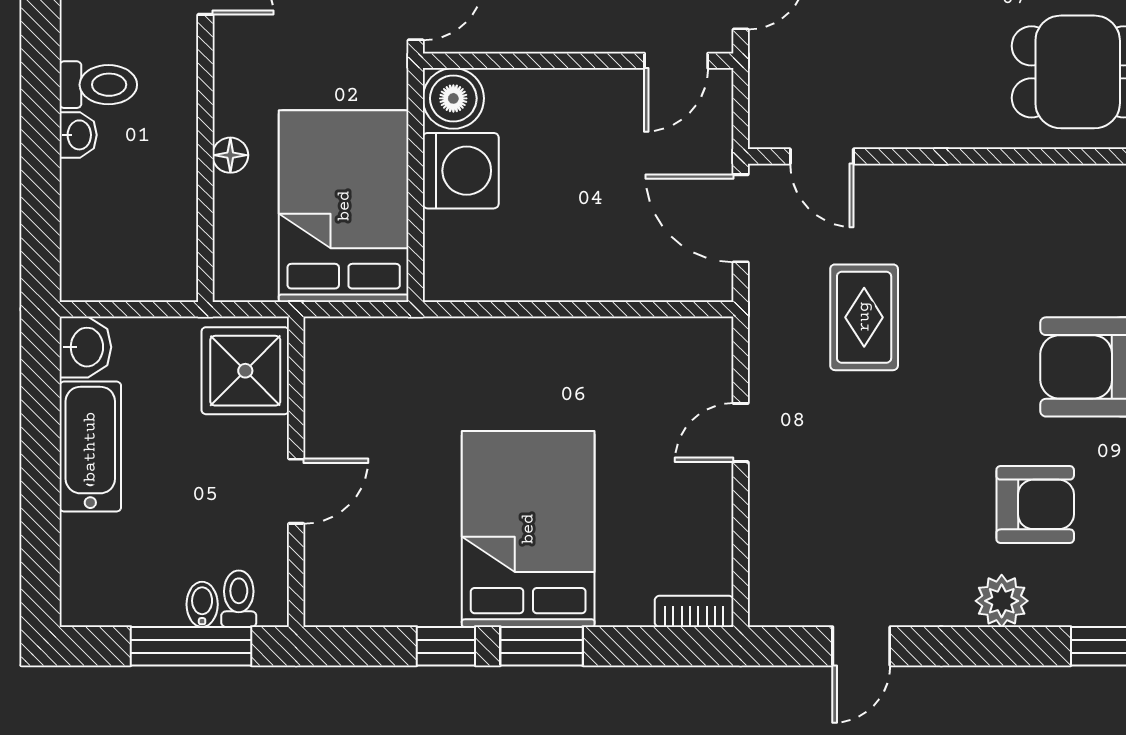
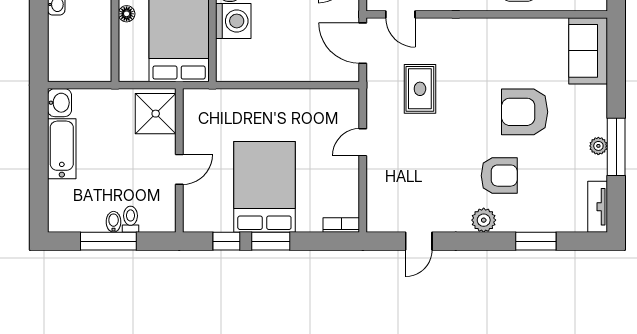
shower: (245, 371) -> (156, 114), moved
wall: (296, 472) -> (179, 160), moved
door: (296, 491) -> (179, 169), moved

